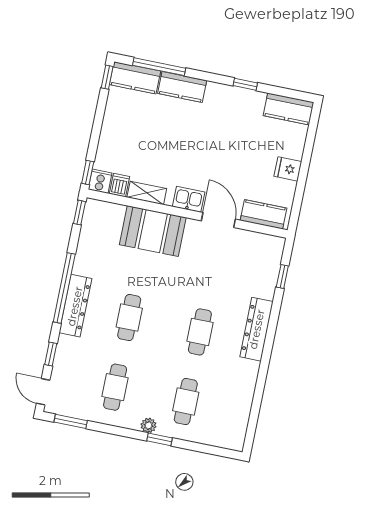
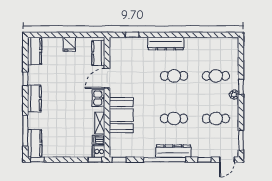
kitchen counter: (182, 87) -> (34, 98), moved

